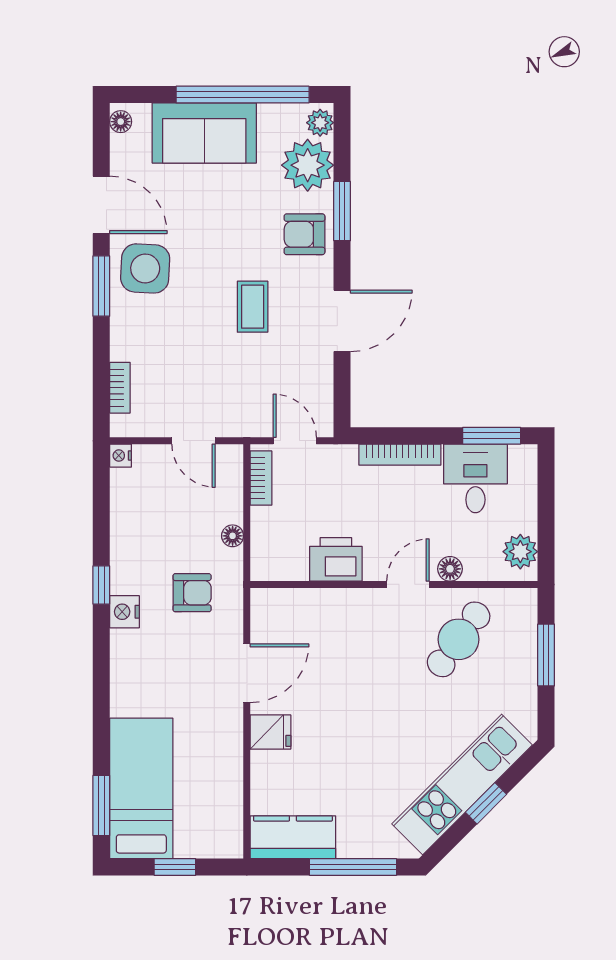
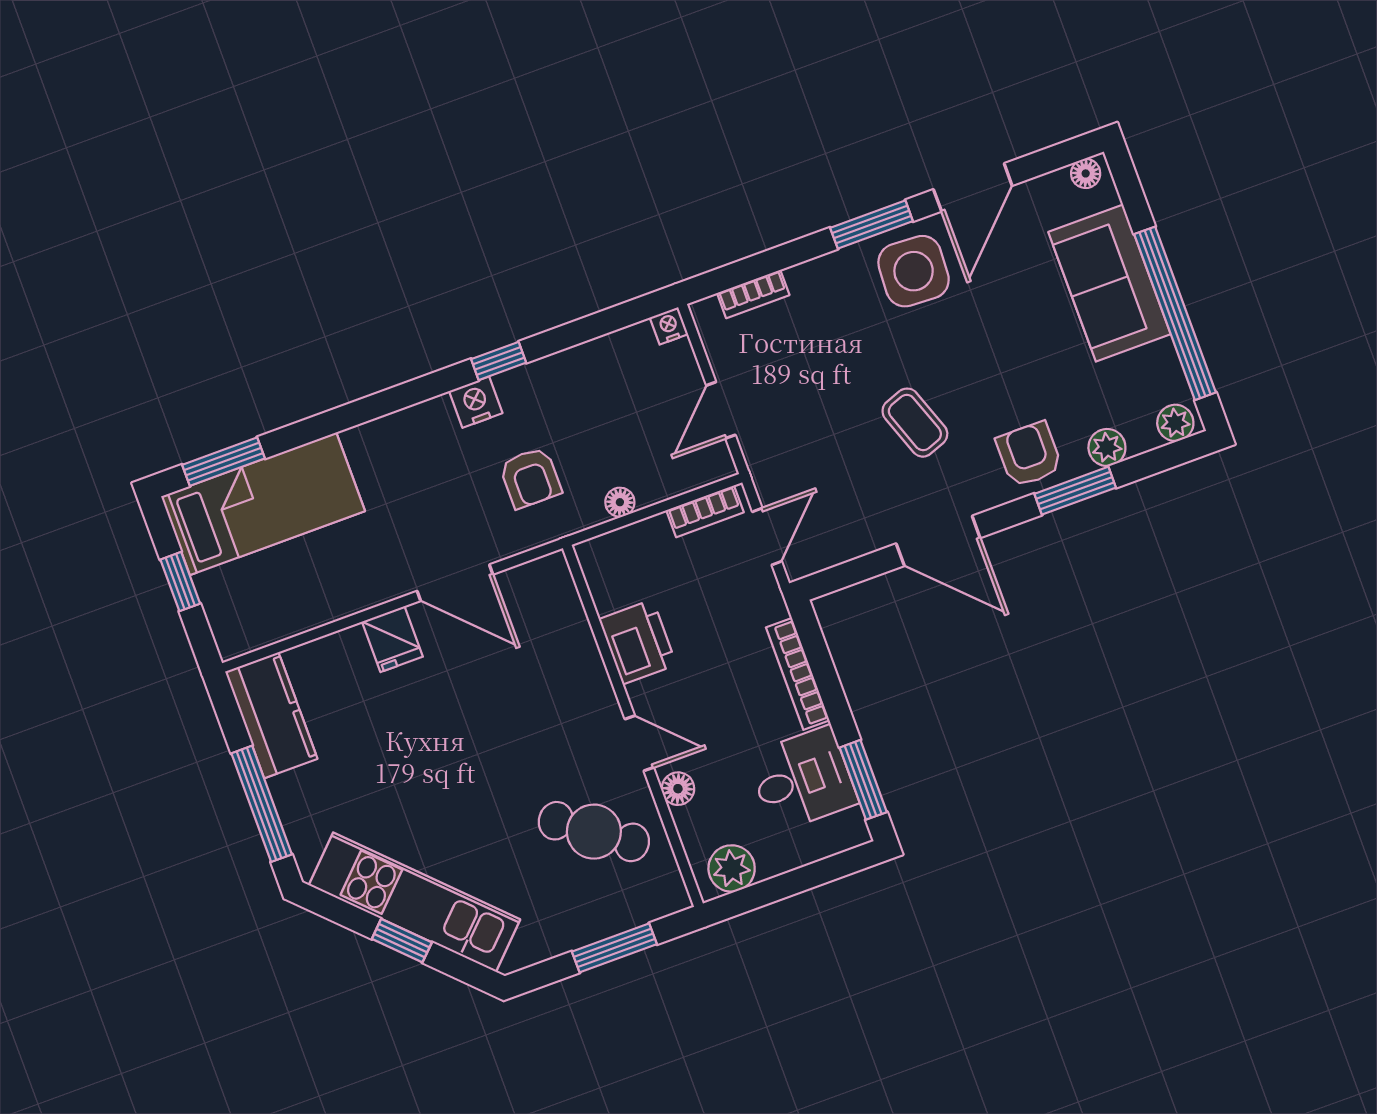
plant: (308, 165) -> (1107, 447), width x0.53, depth x0.53
coffee table: (253, 307) -> (915, 423), turned 70

